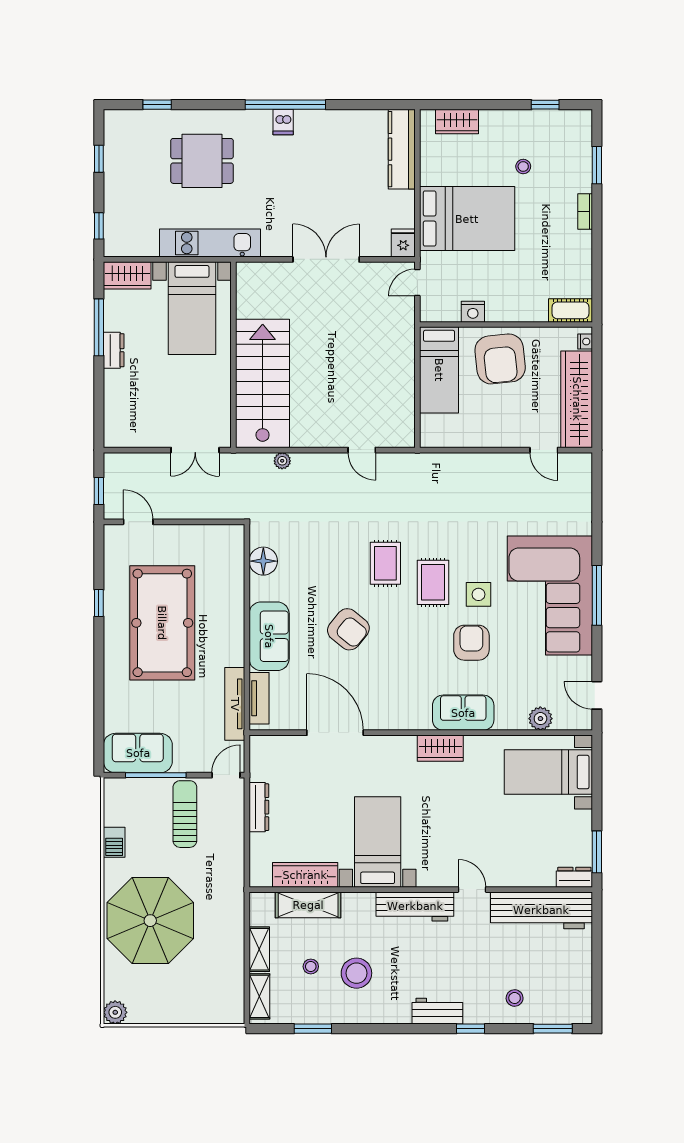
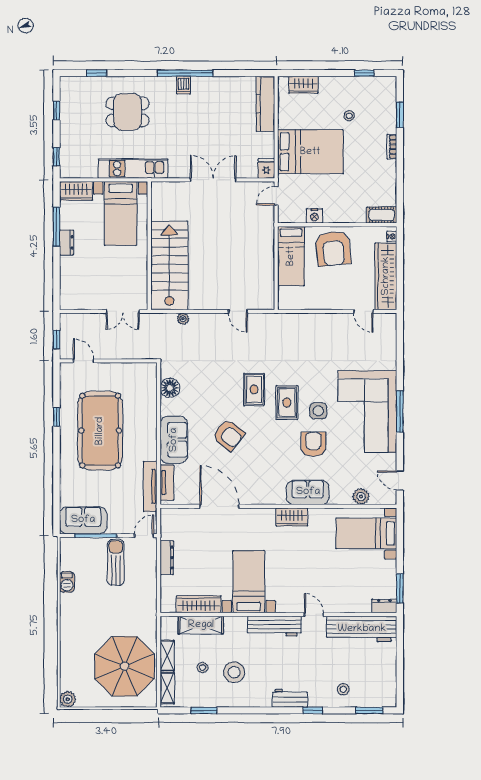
parasol: (150, 921) -> (125, 666), moved

